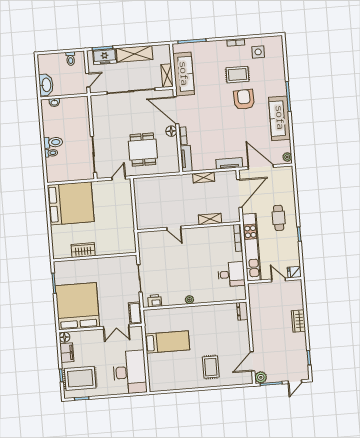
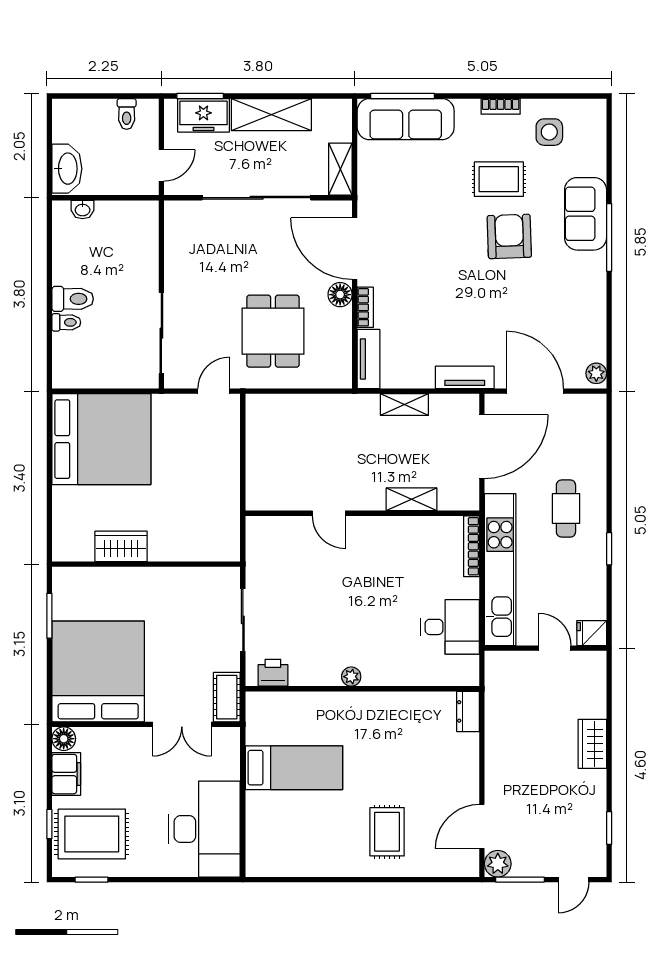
sofa: (184, 74) -> (406, 119), moved, turned 90
sofa: (280, 118) -> (586, 214), moved, width x0.73

